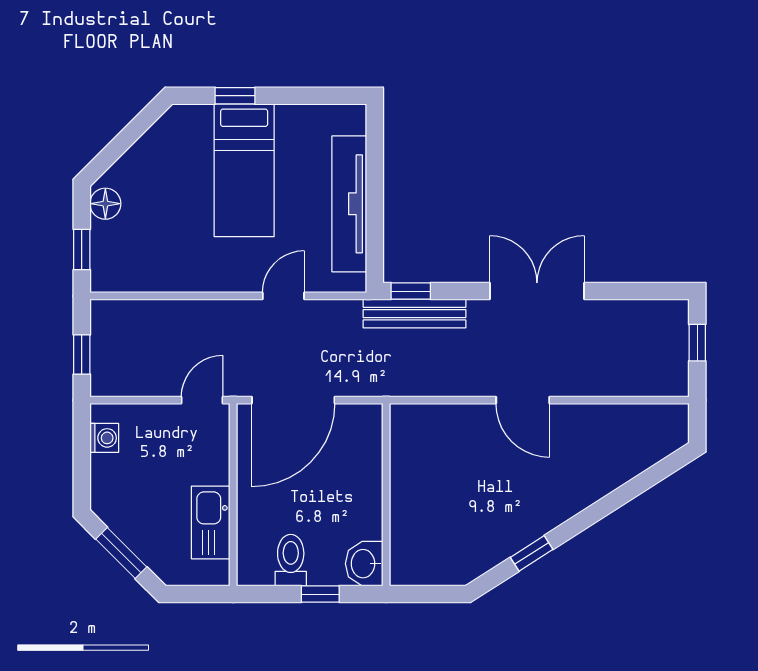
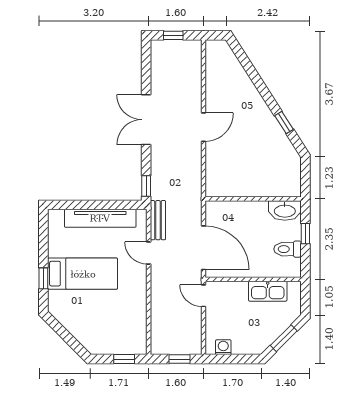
floor lamp: (105, 204) -> (100, 347), removed
bench: (415, 314) -> (158, 220), moved, width x0.73
washbasin: (364, 564) -> (285, 211), width x1.38

